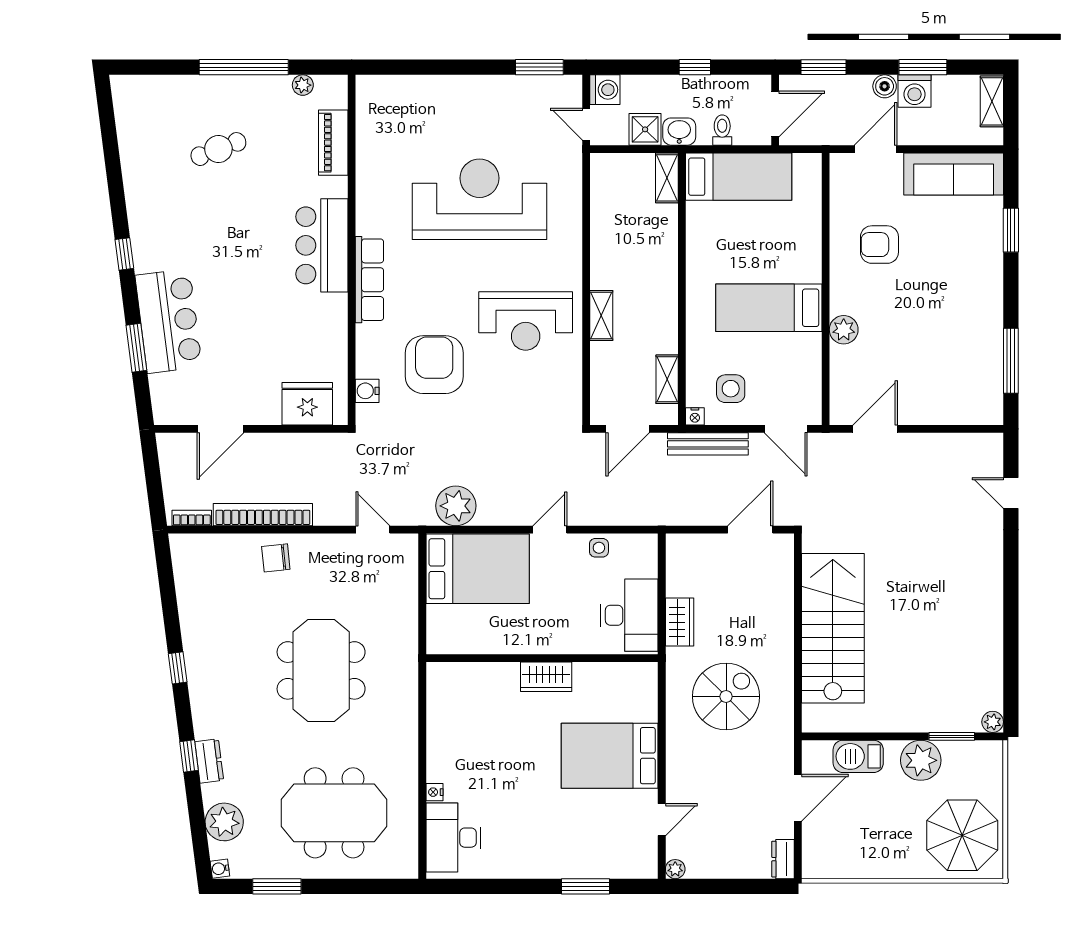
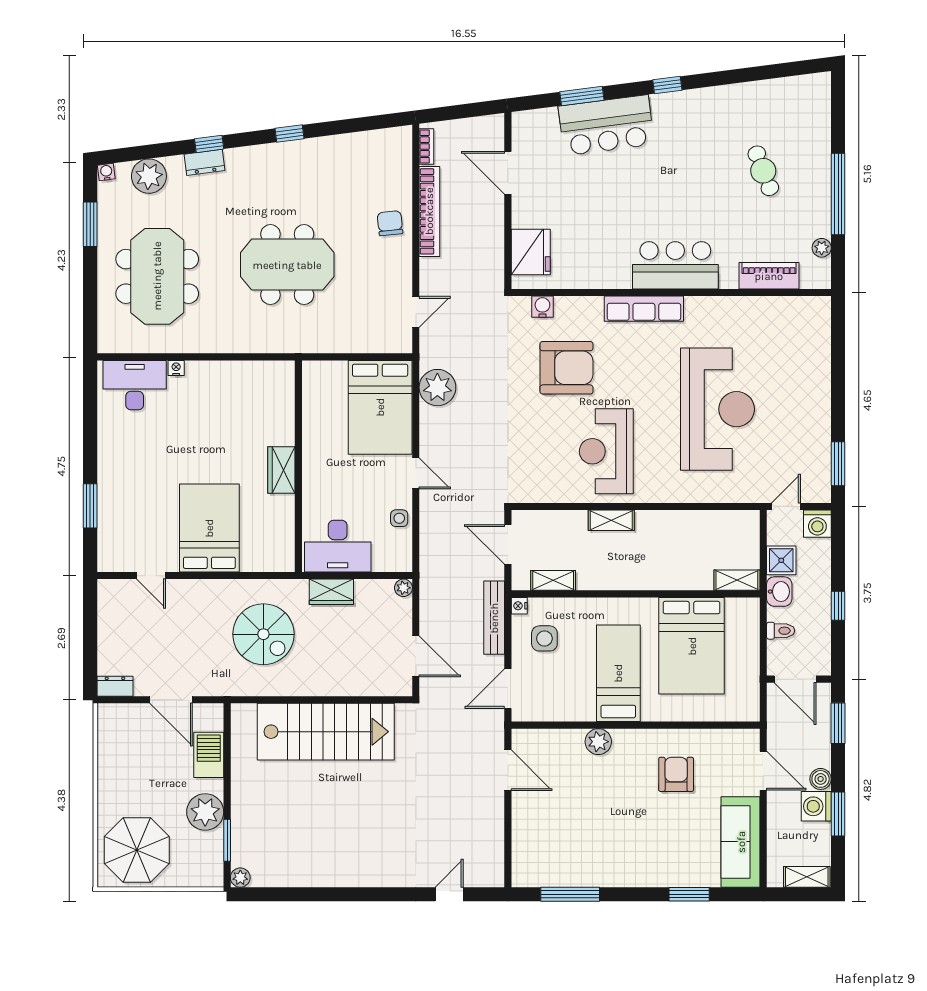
bed: (739, 177) -> (692, 646), moved, width x1.50
plant: (675, 869) -> (403, 588), moved

